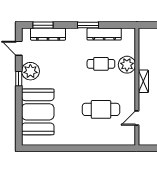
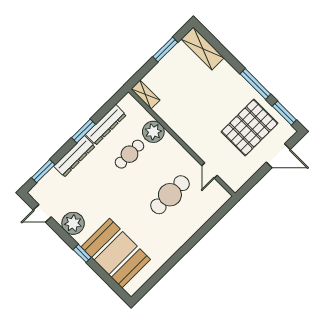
dresser: (48, 34) -> (74, 156), moved
window: (19, 79) -> (82, 253), moved
shelving: (143, 81) -> (145, 95), moved

